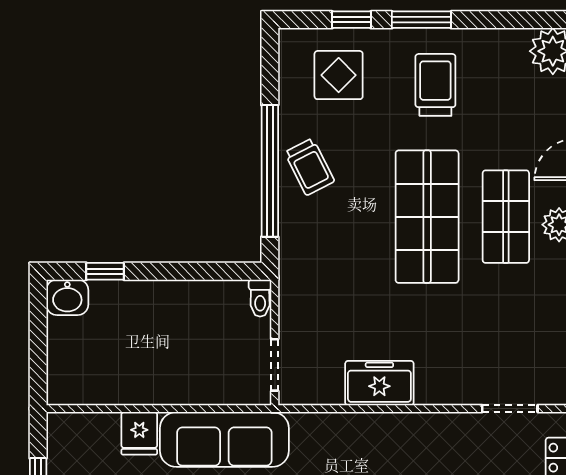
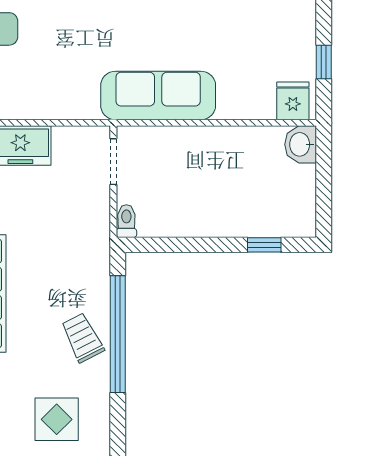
washbasin: (67, 297) -> (301, 144), moved, turned -90
fridge: (139, 433) -> (293, 101), moved

